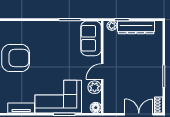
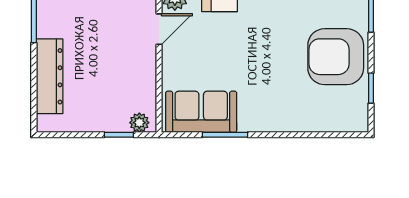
dresser: (136, 27) -> (50, 76), moved, turned 90
sofa: (91, 38) -> (201, 112), moved, turned -90

